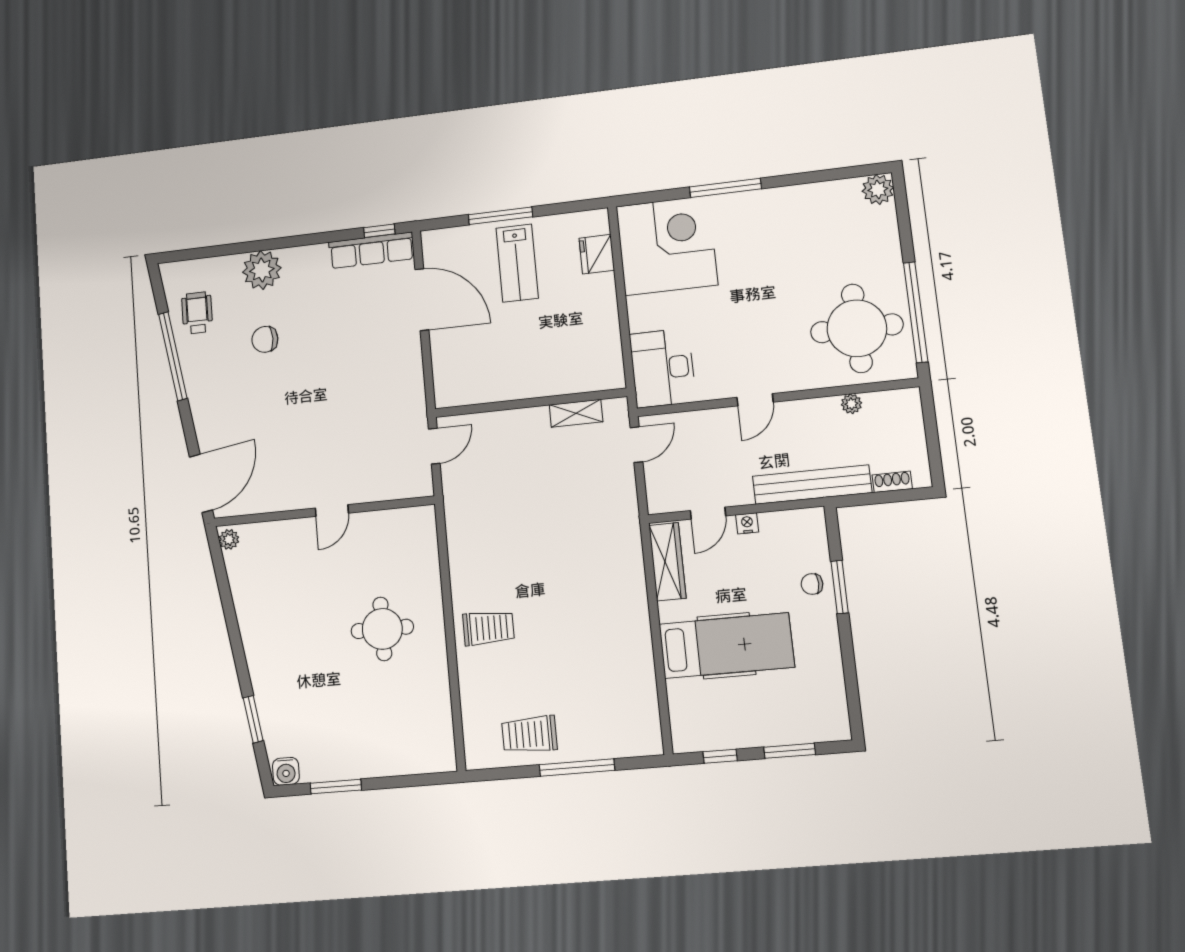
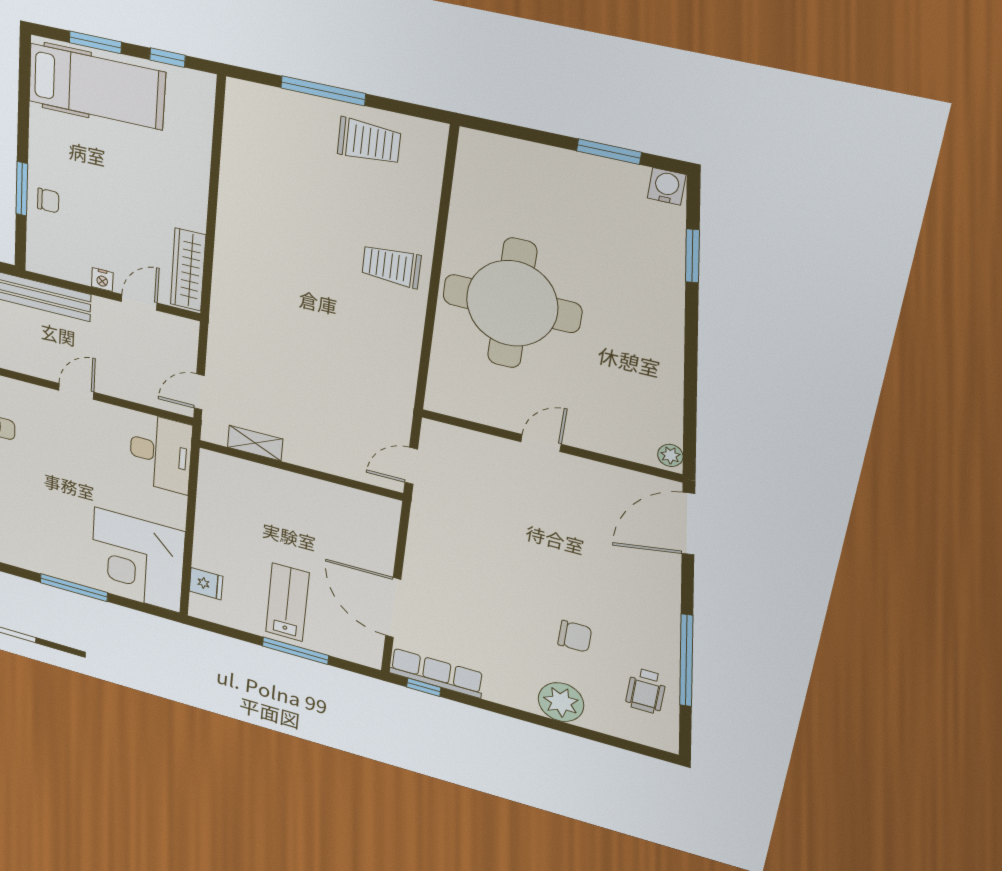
fridge: (597, 254) -> (206, 584), width x0.72
round table: (382, 629) -> (512, 304), width x1.86, depth x1.86
hospital bed: (726, 646) -> (97, 87), moved, turned 180

